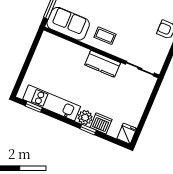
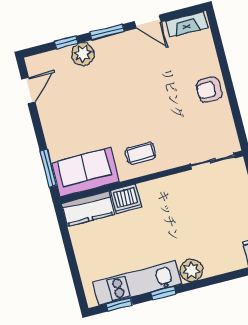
kitchen counter: (103, 64) -> (88, 209), moved
dishwasher: (101, 123) -> (126, 199), moved, turned 180
window: (88, 130) -> (163, 293), moved

